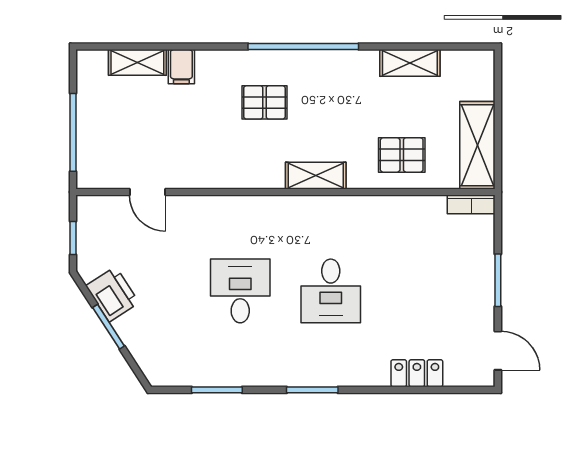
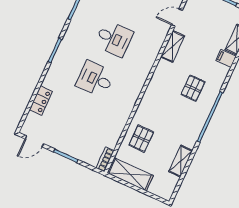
shelving: (316, 176) -> (173, 46), moved

